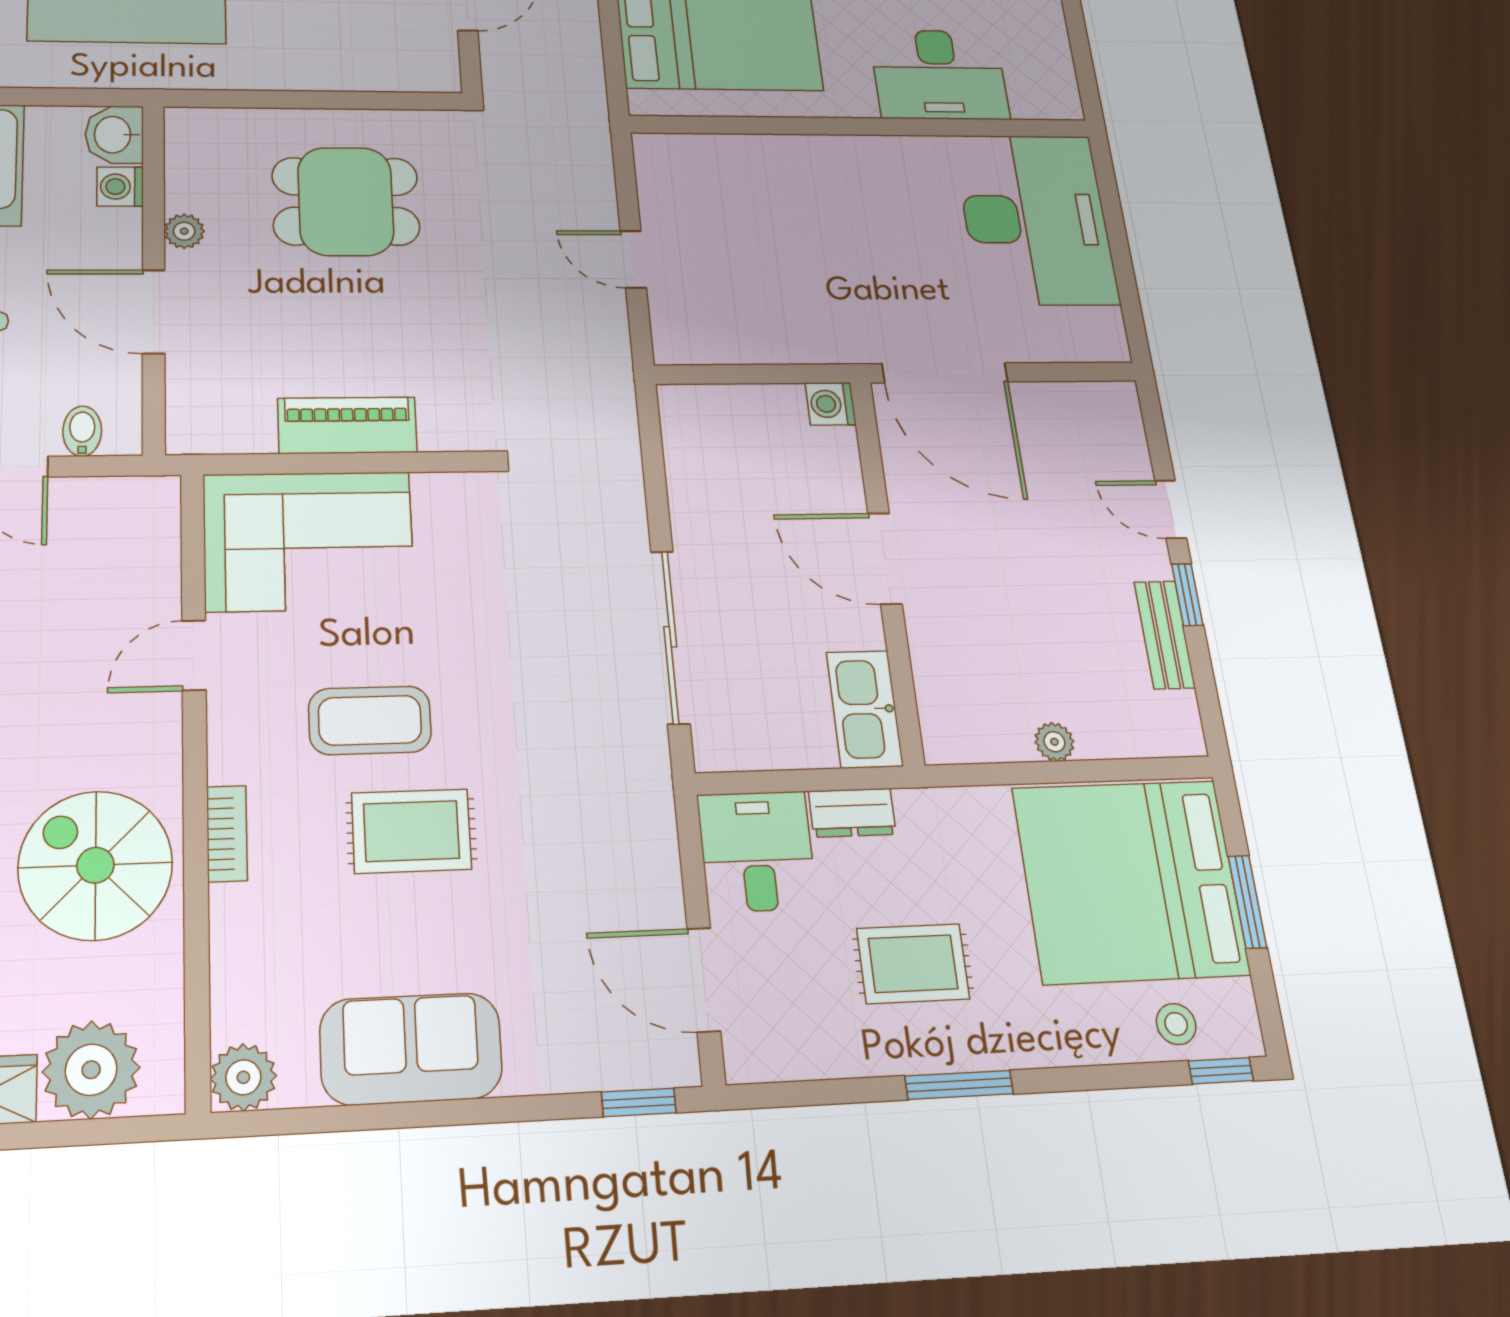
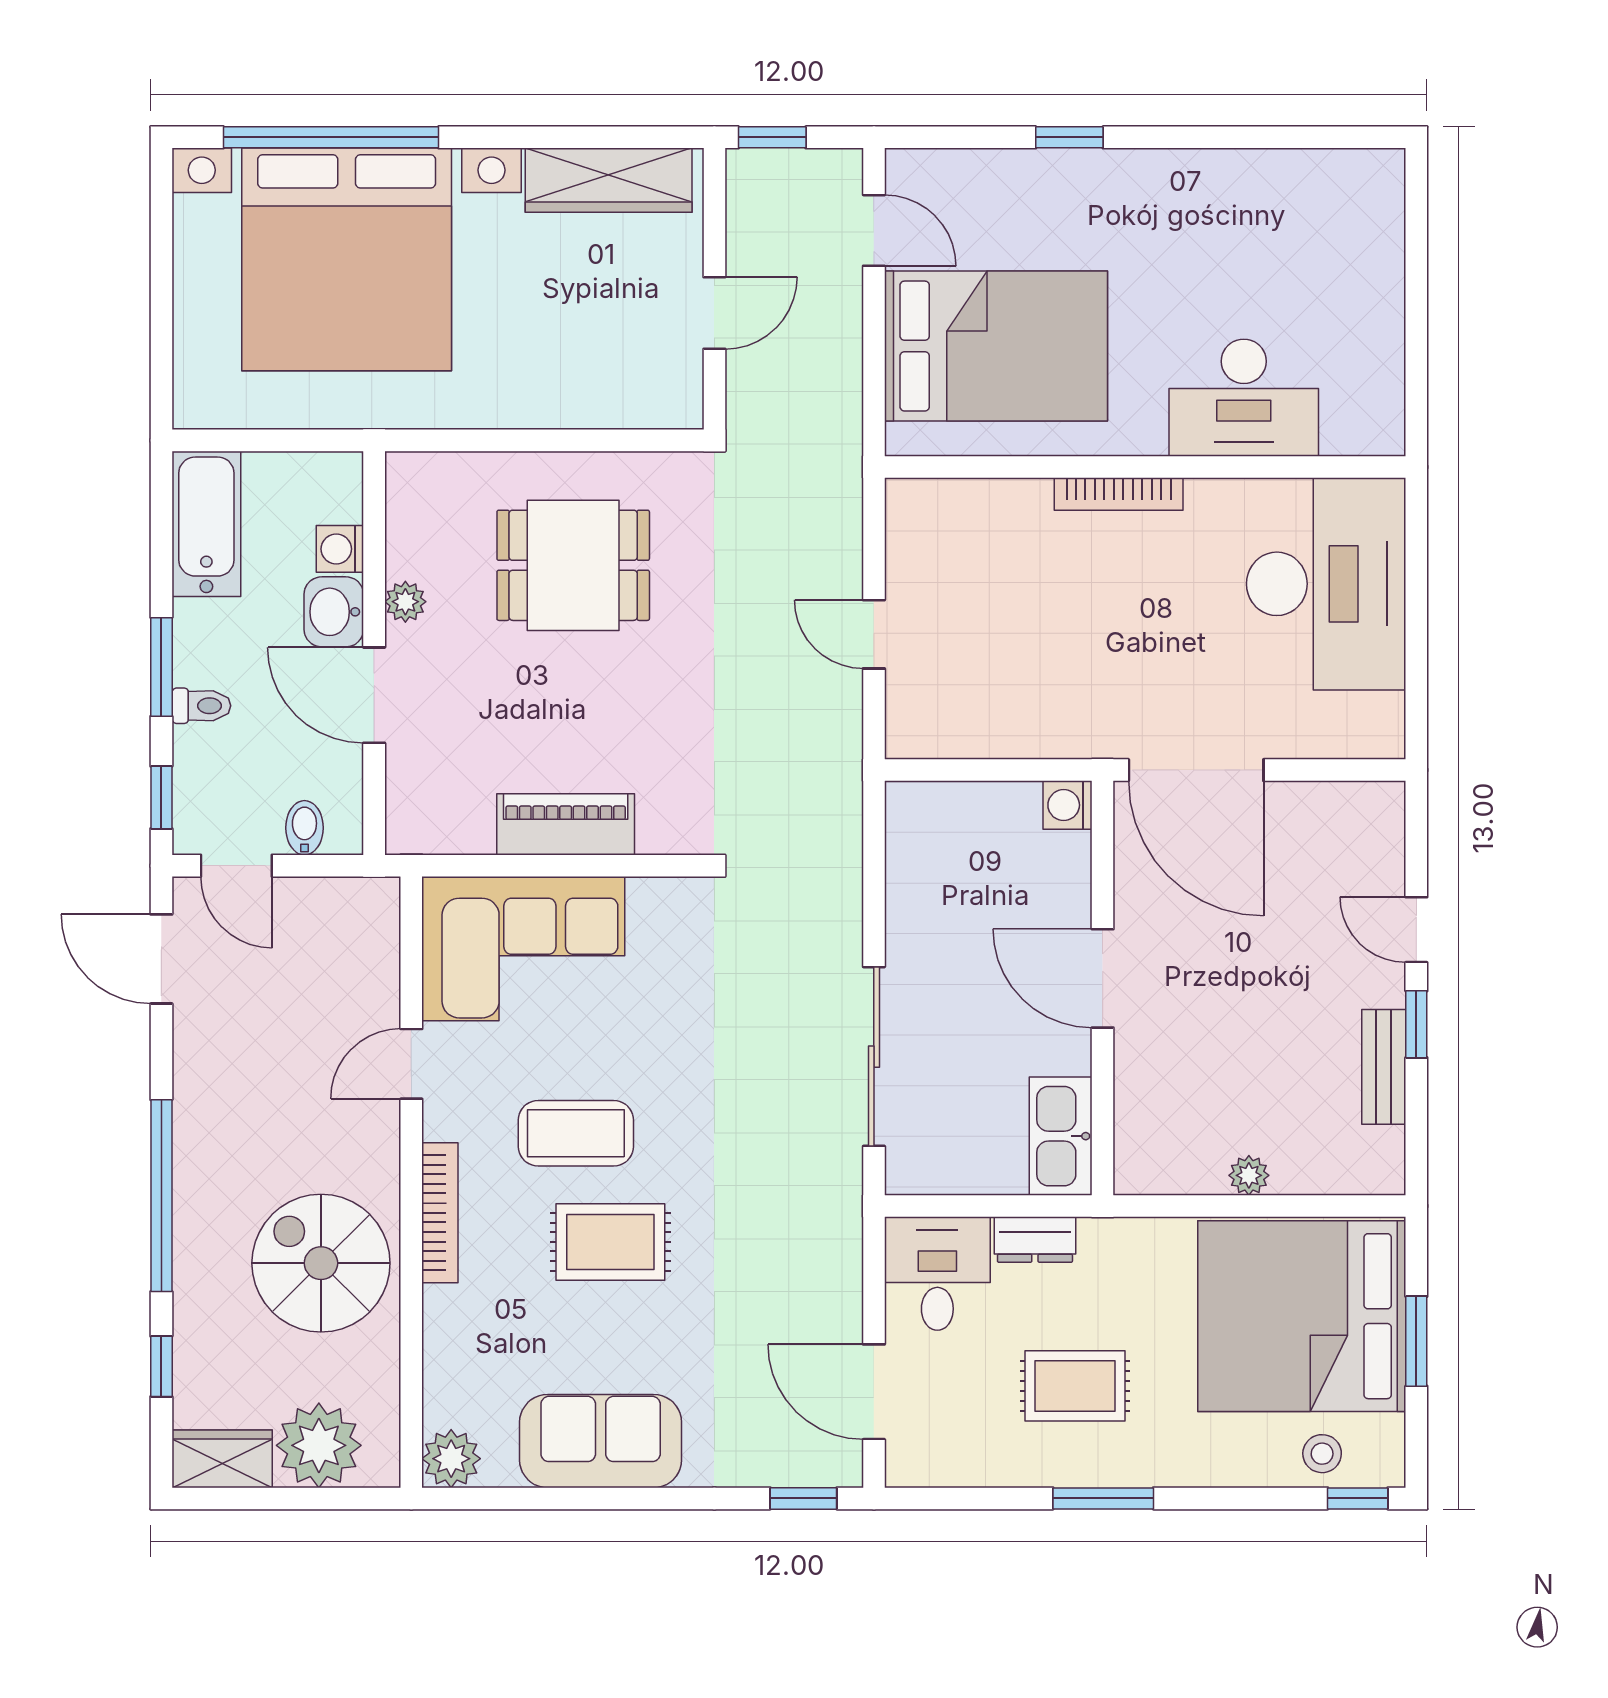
washbasin: (114, 135) -> (334, 612), moved
bookcase: (842, 147) -> (1119, 494), added
bookcase: (227, 834) -> (440, 1213), width x1.56

